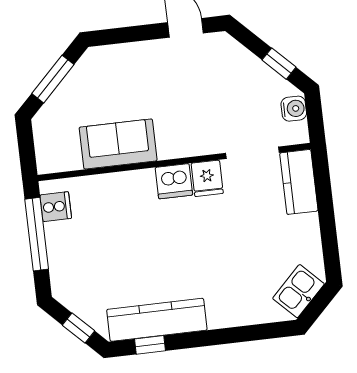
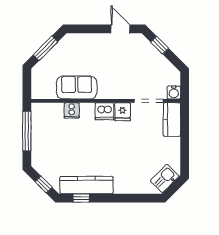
window: (279, 64) -> (160, 45), moved
water cooler: (294, 109) -> (174, 93), moved, turned 90
cooker: (56, 207) -> (72, 110), moved, turned 90

